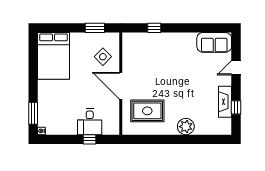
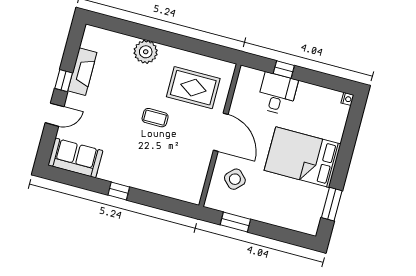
window: (154, 28) -> (119, 191), moved
bed: (54, 56) -> (303, 157), moved, turned -90
coffee table: (168, 84) -> (155, 118), added
window: (236, 107) -> (64, 81), moved
window: (33, 113) -> (332, 204), moved

